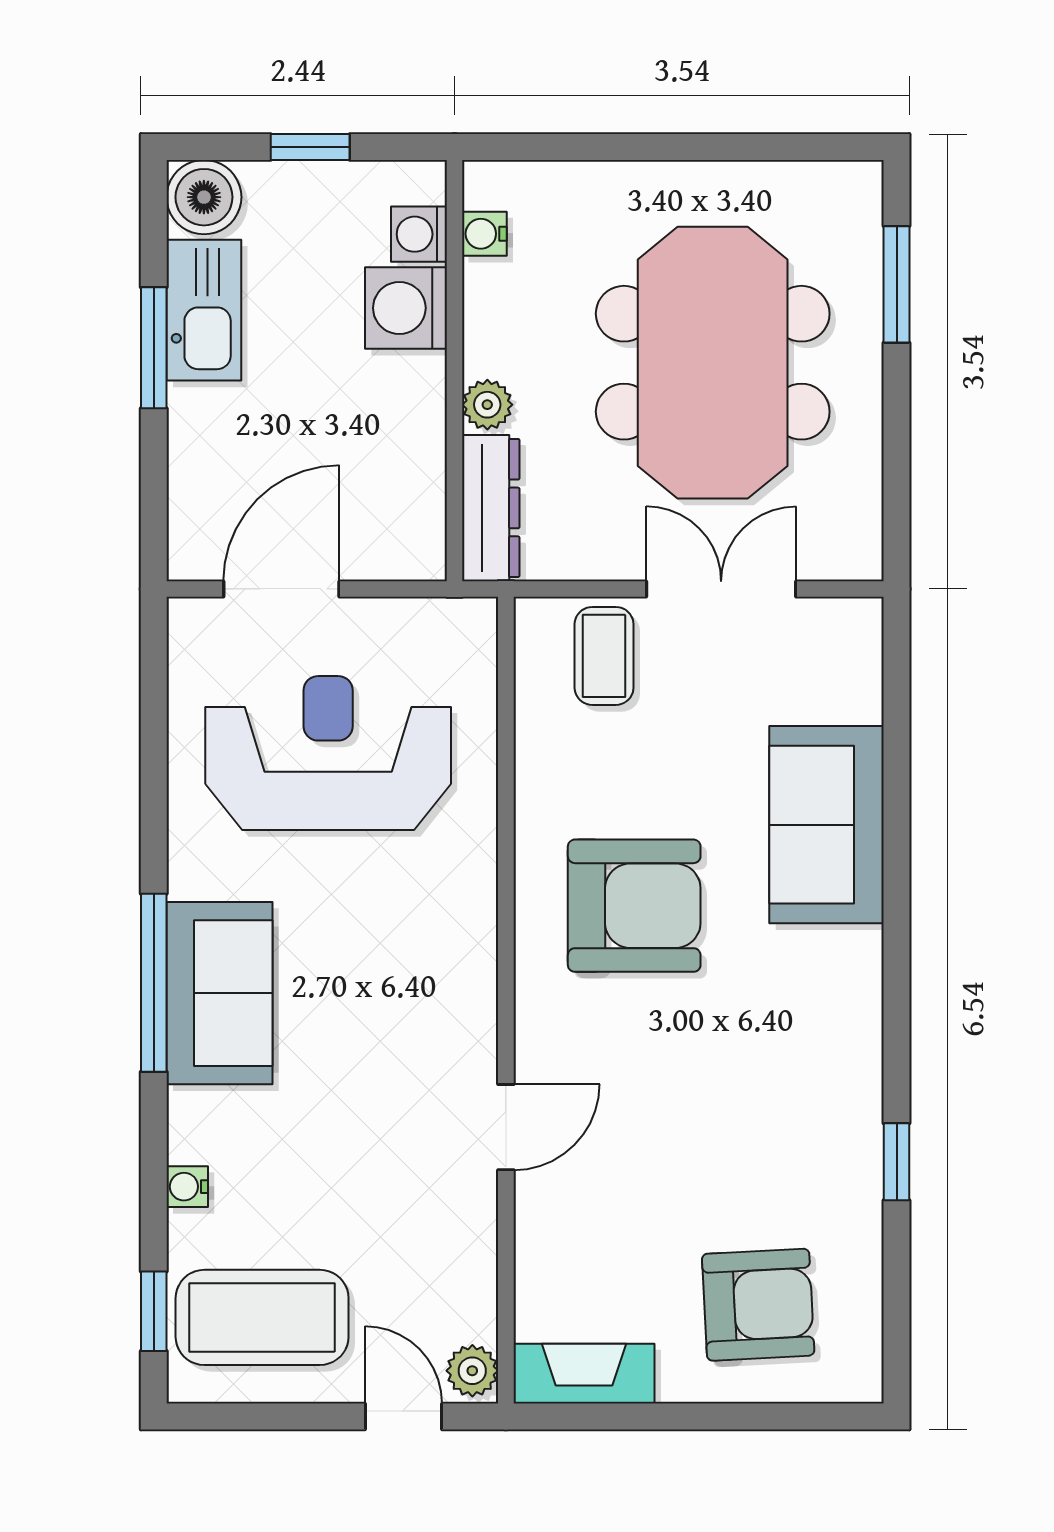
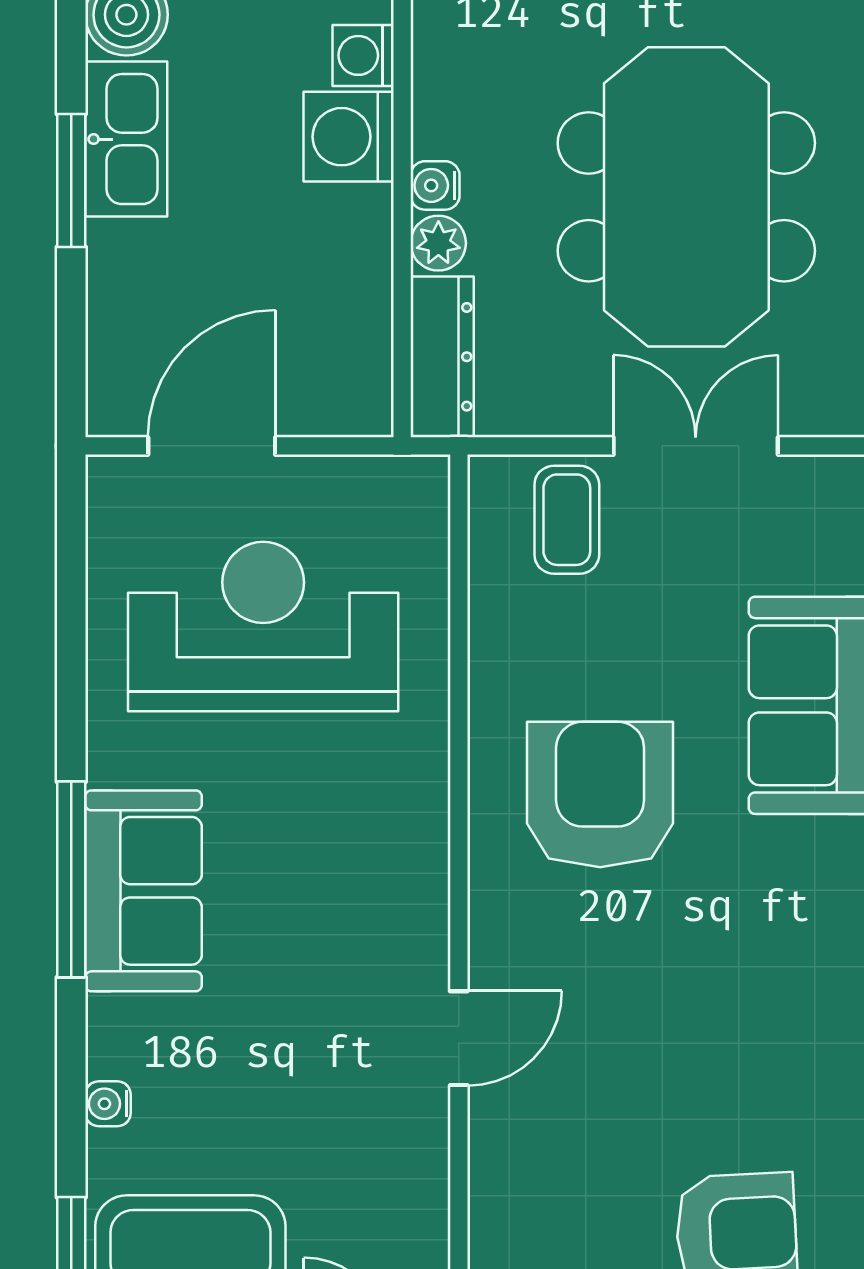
water cooler: (484, 234) -> (435, 185), moved
armchair: (634, 906) -> (600, 795), turned -90

